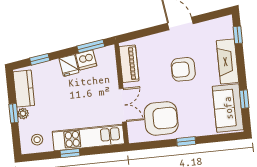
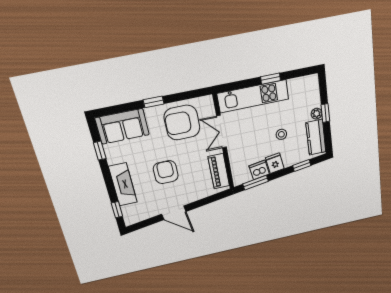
armchair: (183, 69) -> (166, 172), turned -90
sofa: (228, 108) -> (122, 126), moved, turned 90
stool: (37, 140) -> (281, 134), moved

